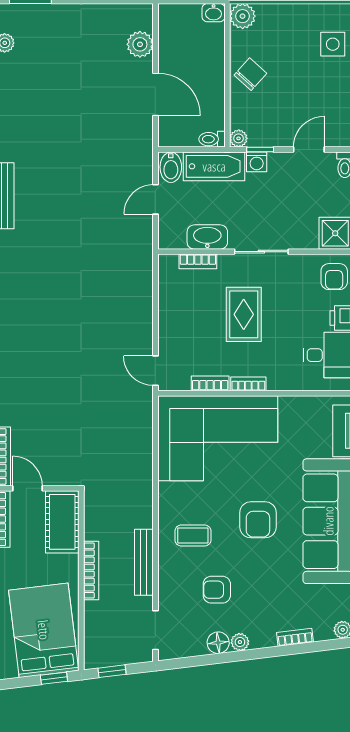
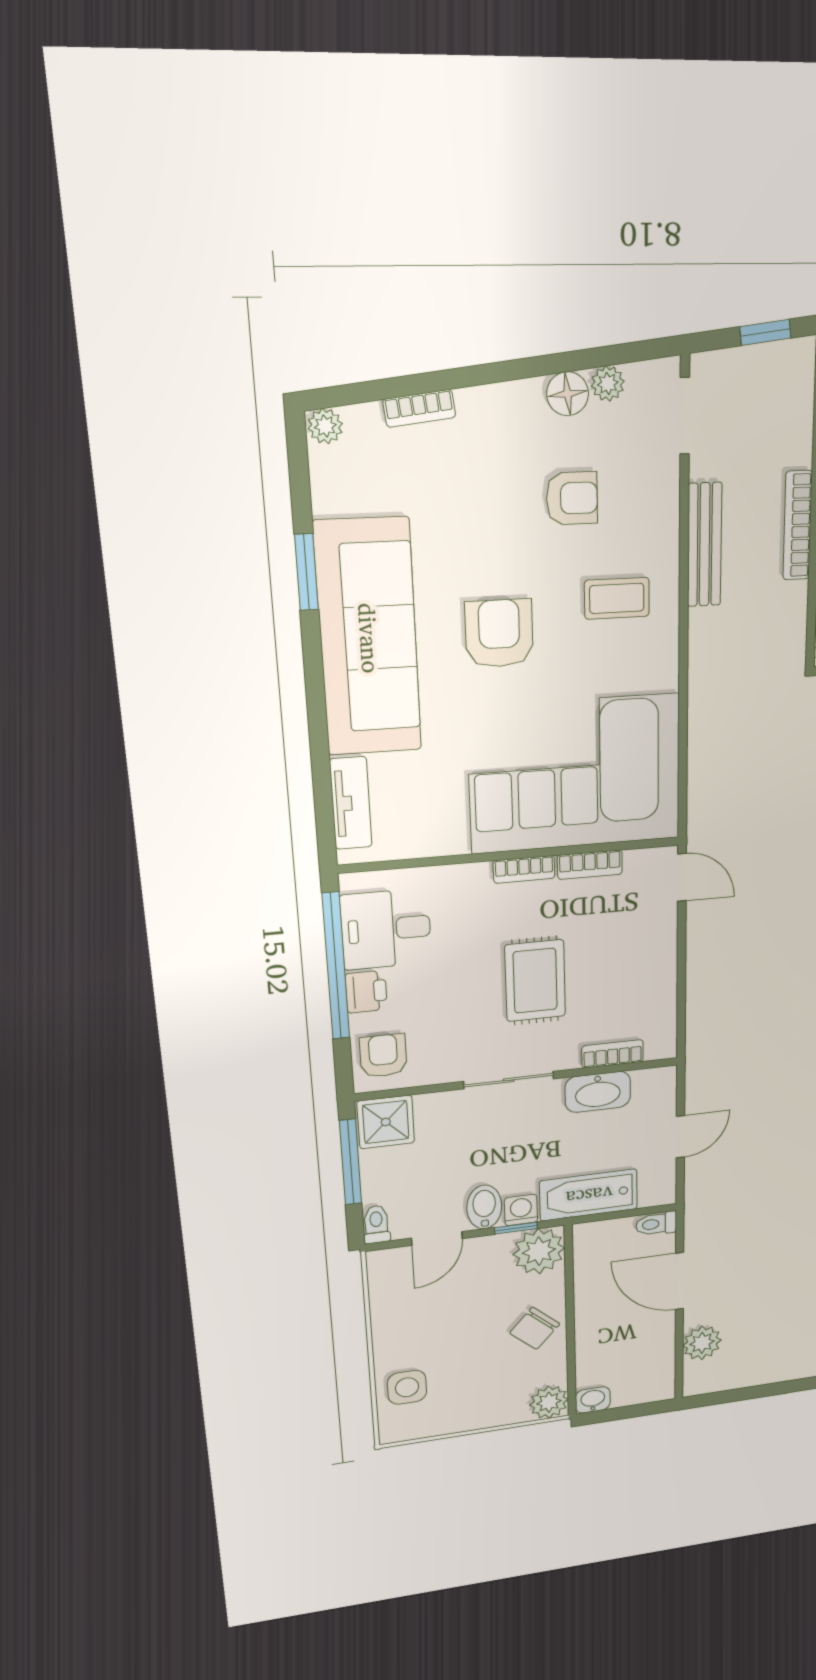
plant: (239, 138) -> (539, 1251), width x1.87, depth x1.87
toilet: (212, 139) -> (656, 1224), moved, turned 180
bidet: (171, 167) -> (484, 1207), moved
plant: (240, 642) -> (608, 384), moved

